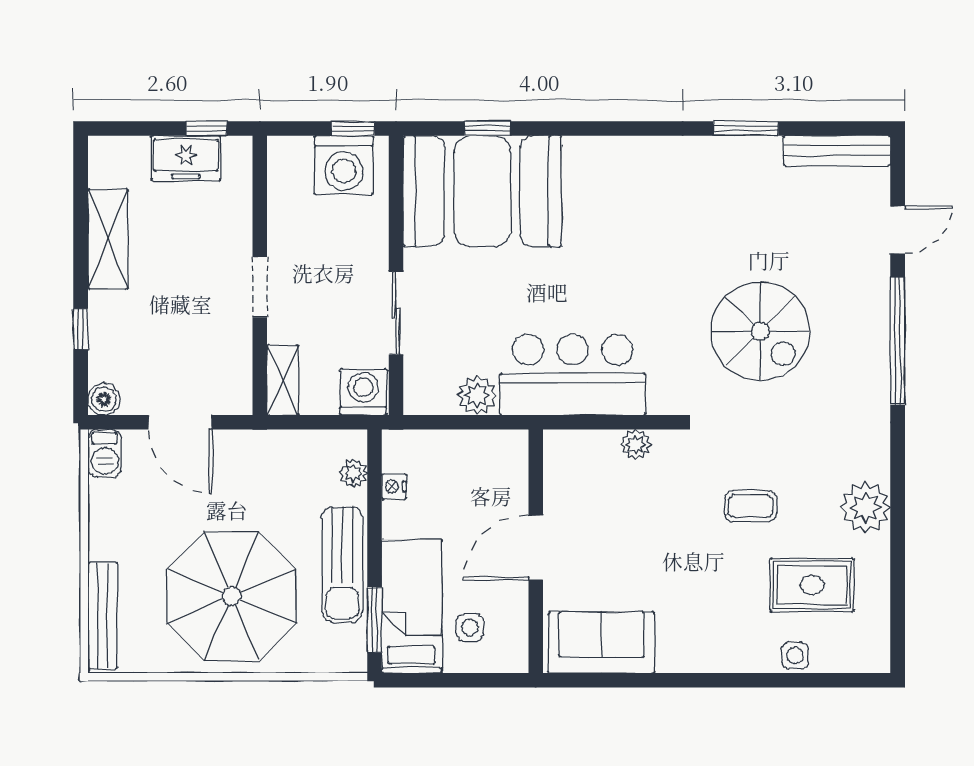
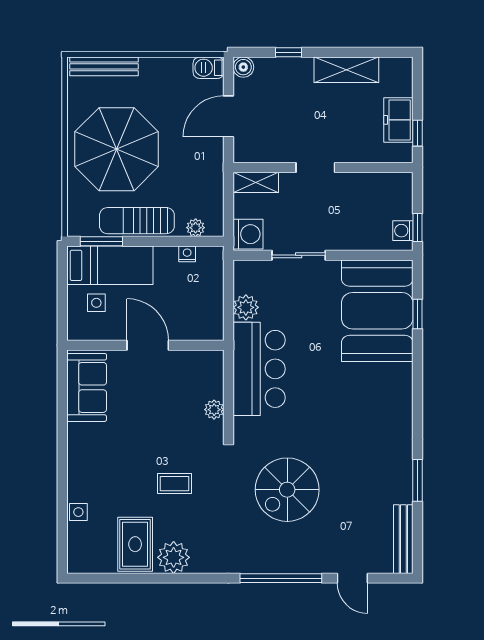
washing machine: (344, 165) -> (403, 231), width x0.53, depth x0.53
coffee table: (751, 506) -> (175, 484), turned 90
rug: (812, 585) -> (135, 544), moved

